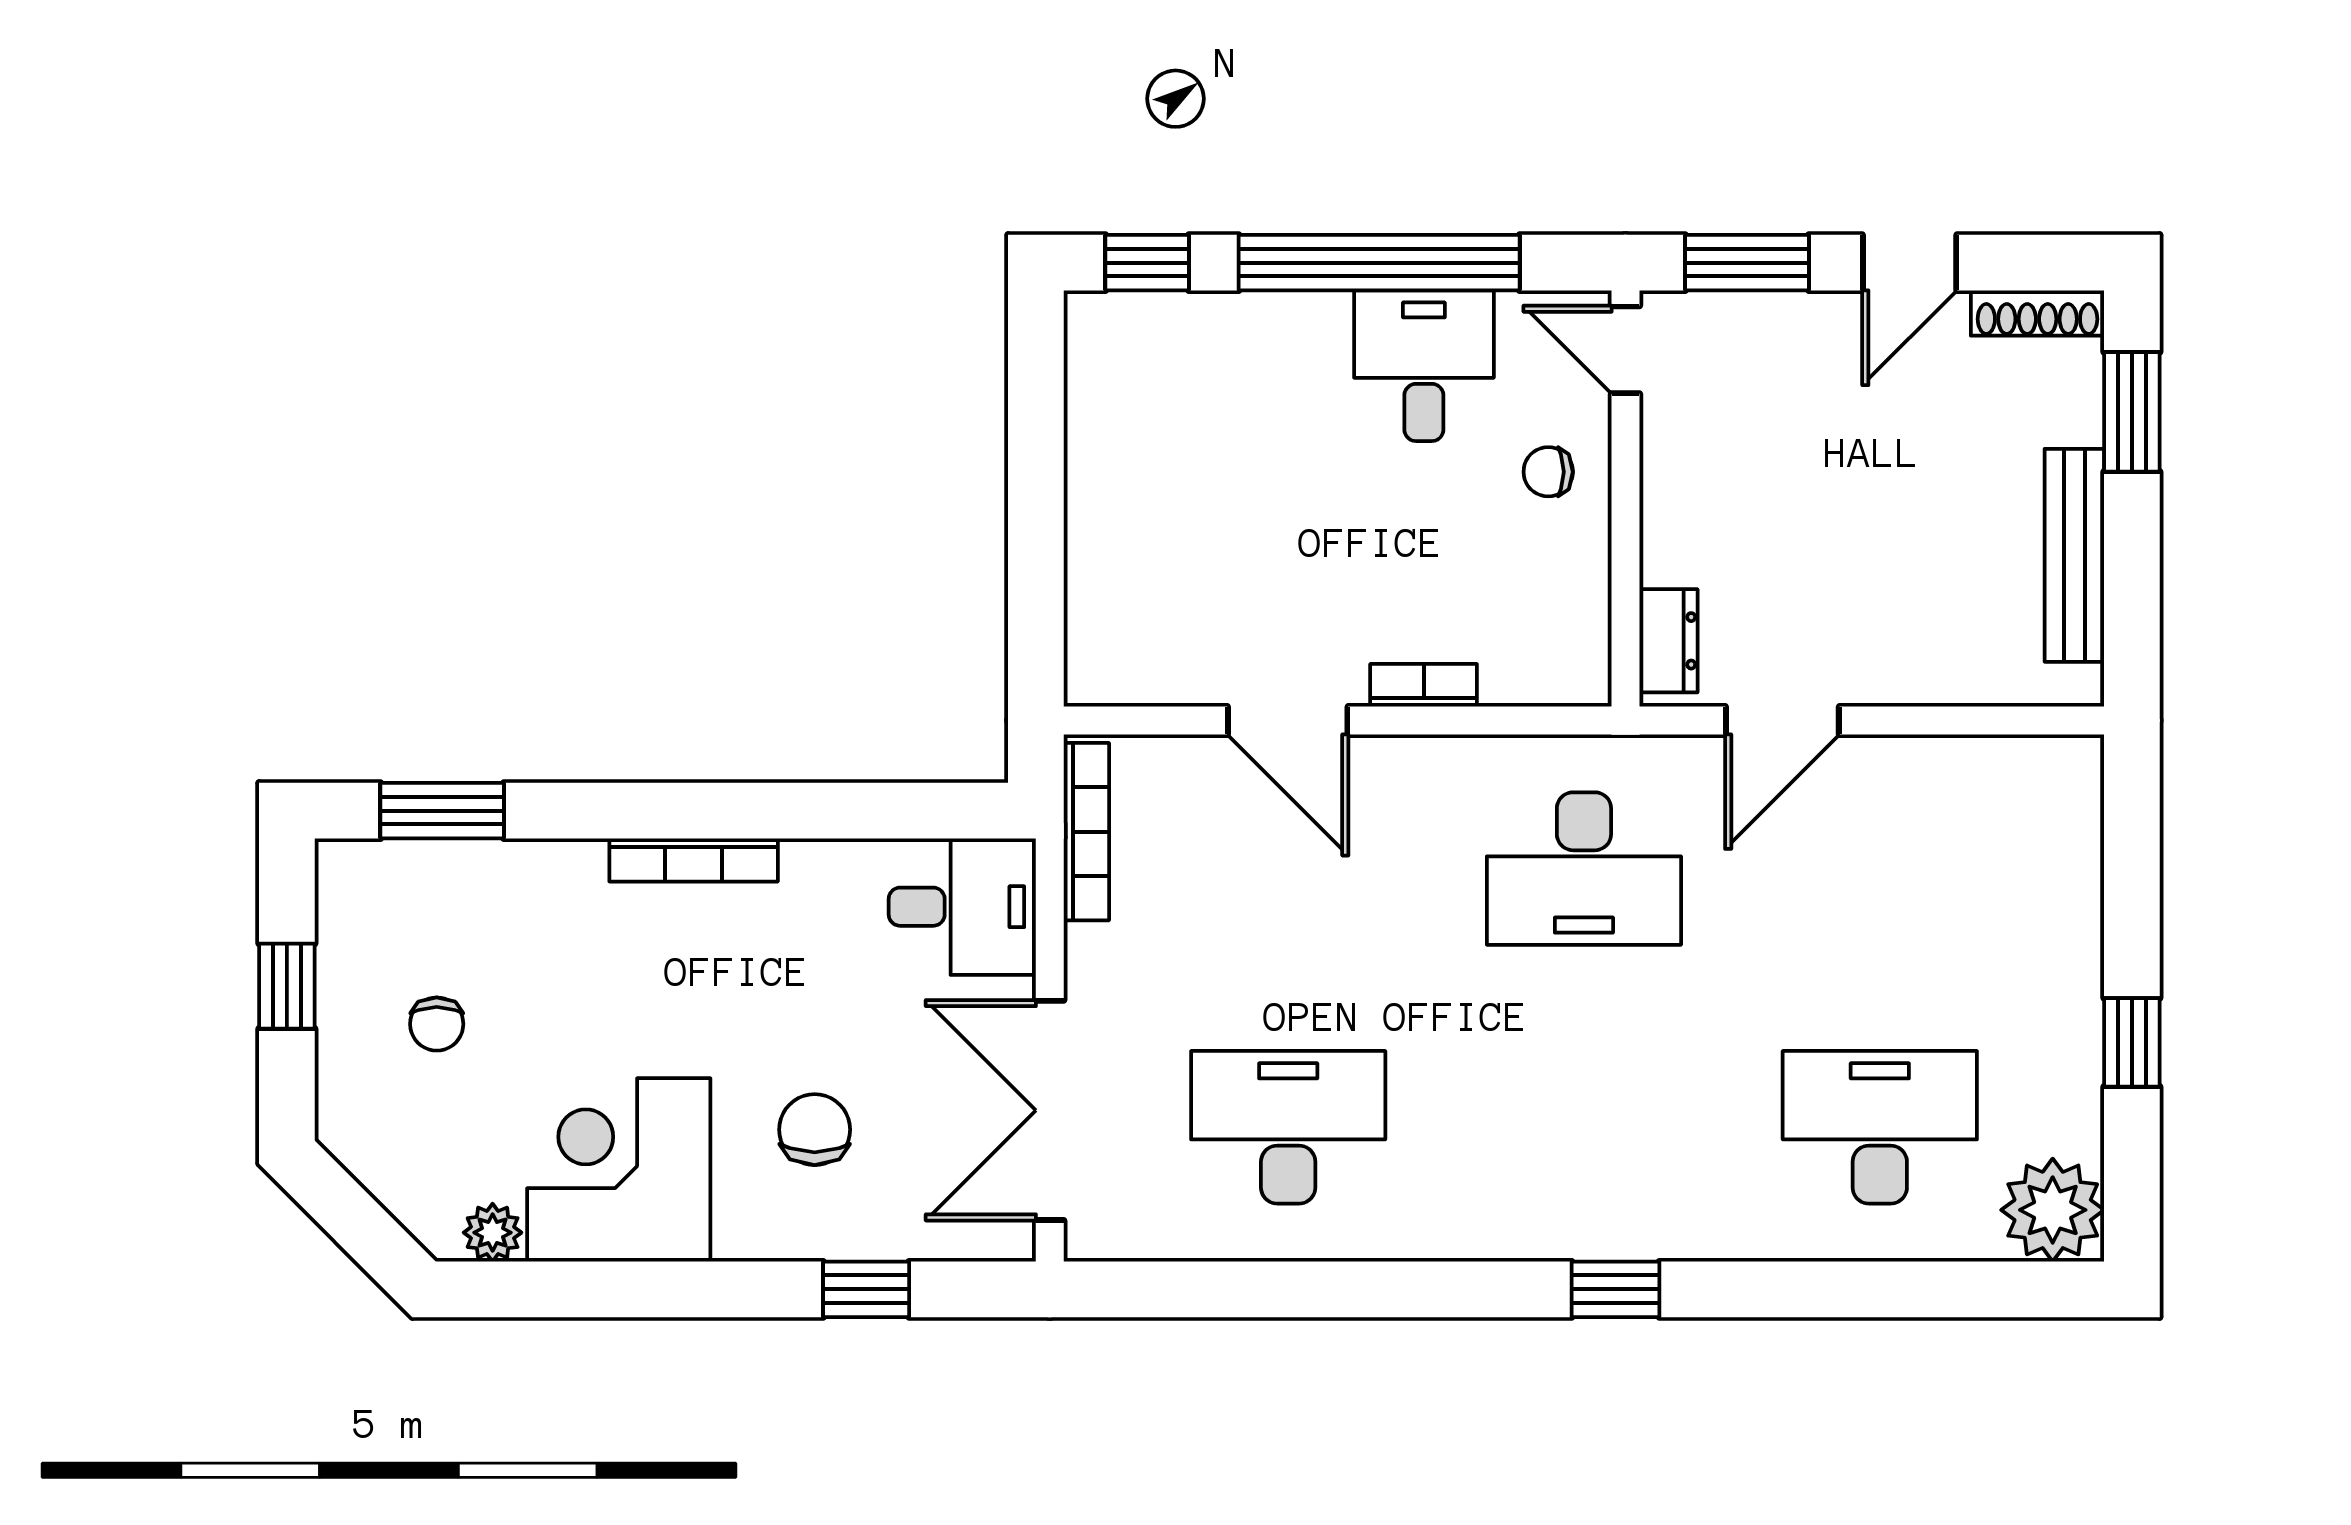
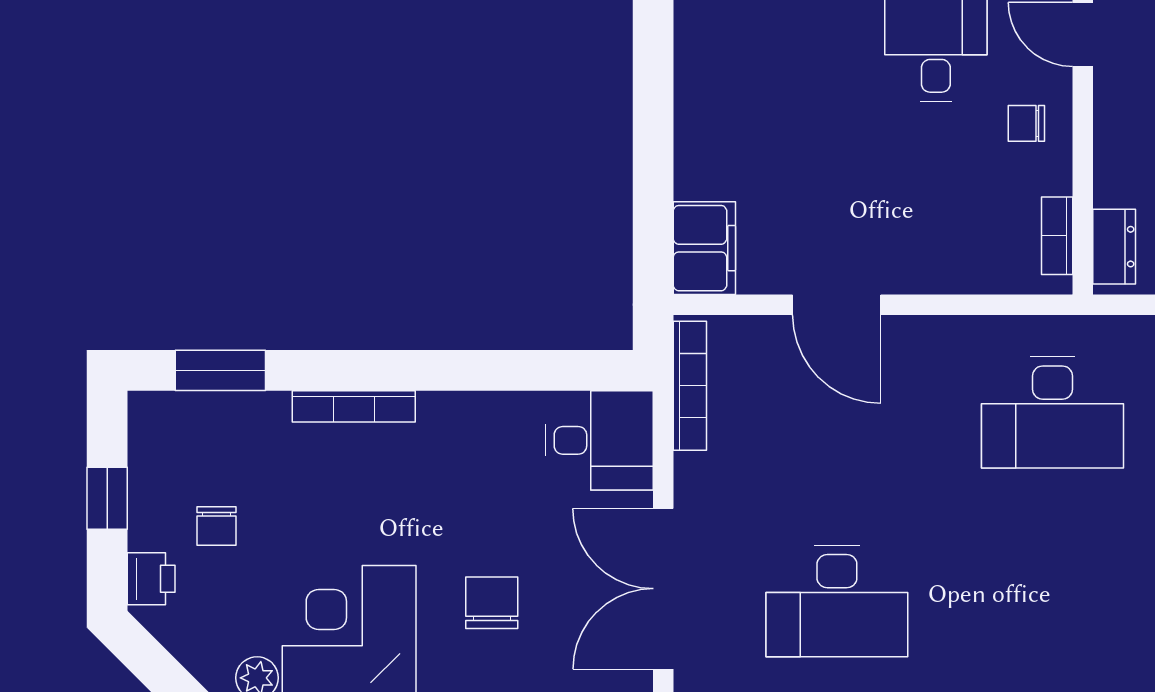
filing cabinet: (1106, 643) -> (704, 248), added
bookcase: (1424, 685) -> (1057, 236), moved, turned -90
bookcase: (694, 860) -> (354, 406), moved
printer: (347, 1097) -> (151, 579), added
desk: (1288, 1127) -> (837, 601), turned 180

